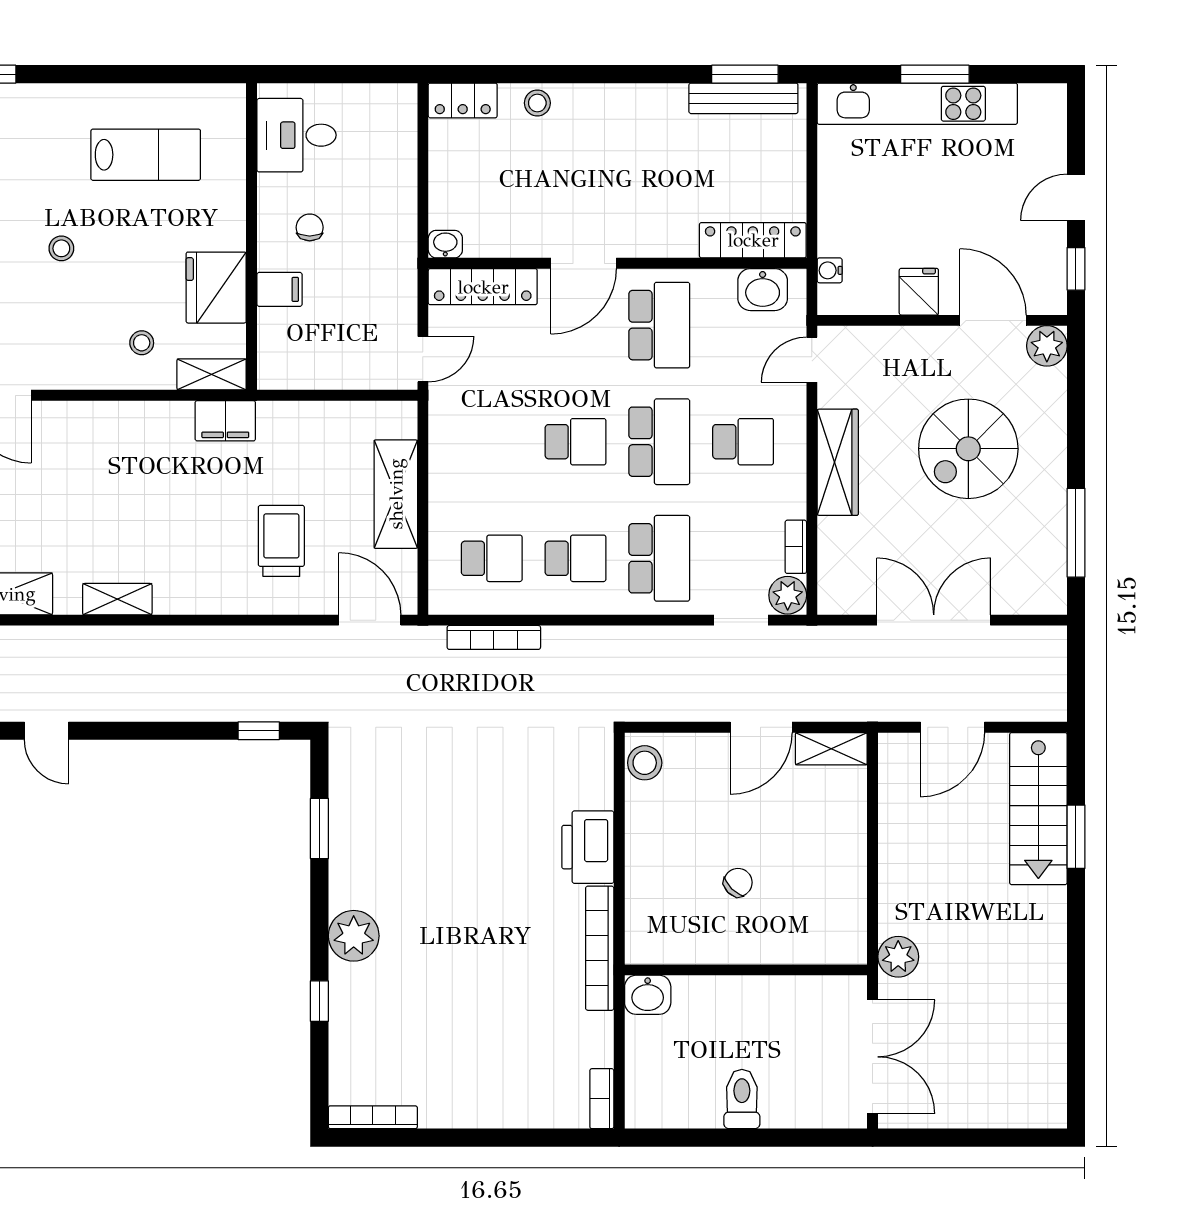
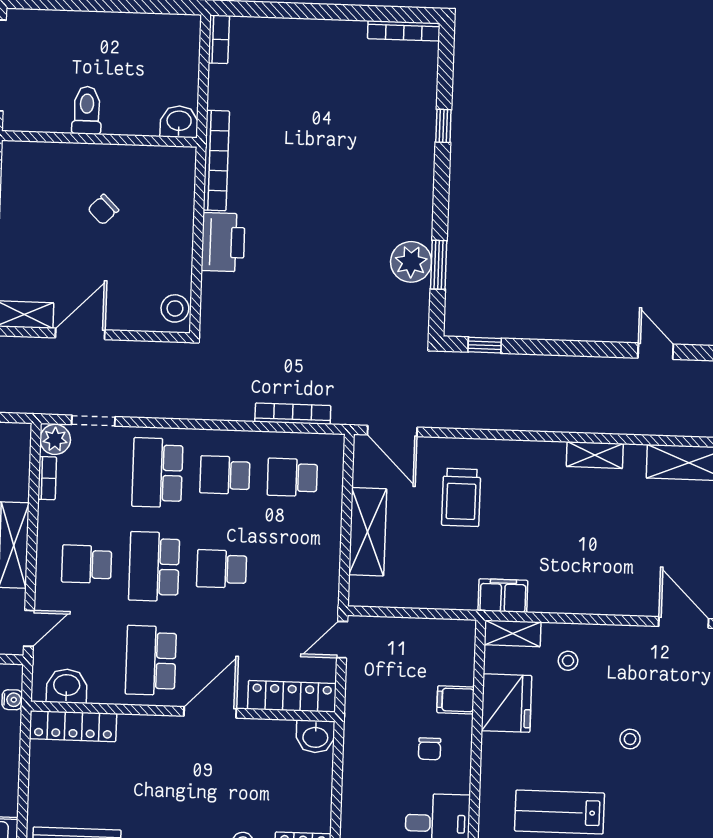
washbasin: (445, 244) -> (315, 736), width x1.38, depth x1.45
plant: (354, 936) -> (411, 262), moved
toilet: (742, 1099) -> (87, 110), moved, turned 180

